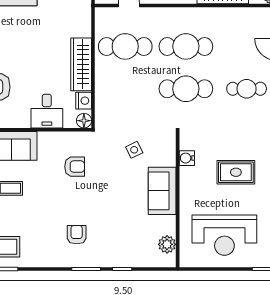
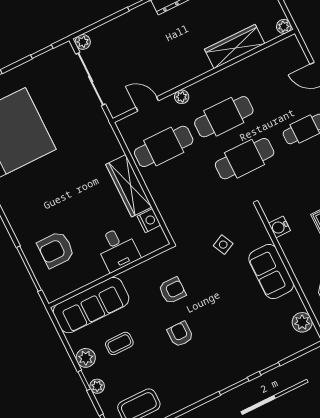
plant: (160, 13) -> (182, 97), added
floor lamp: (84, 121) -> (159, 240), removed
armchair: (77, 235) -> (180, 334), moved

